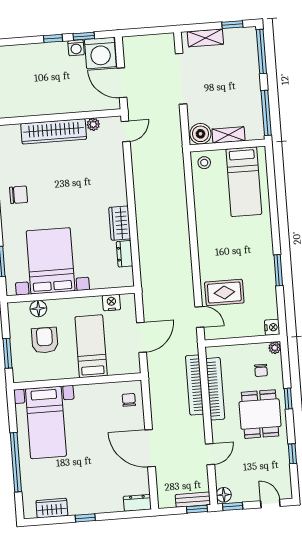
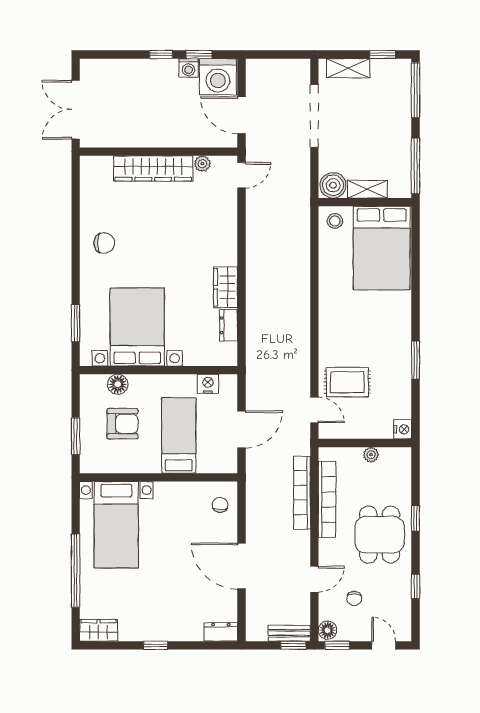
bed: (244, 182) -> (382, 248), width x1.50
armchair: (45, 340) -> (122, 424), turned 90
plant: (275, 348) -> (371, 455), moved
chair: (261, 370) -> (354, 598), moved
wardrobe: (52, 508) -> (99, 630), moved

